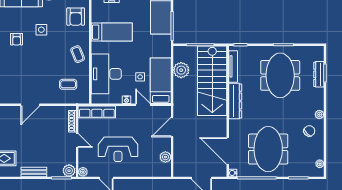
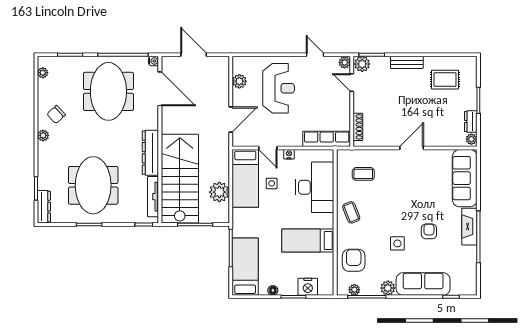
dresser: (319, 74) -> (44, 207), moved
door: (77, 140) -> (352, 82), moved
reception desk: (118, 149) -> (279, 88), moved, turned 90

